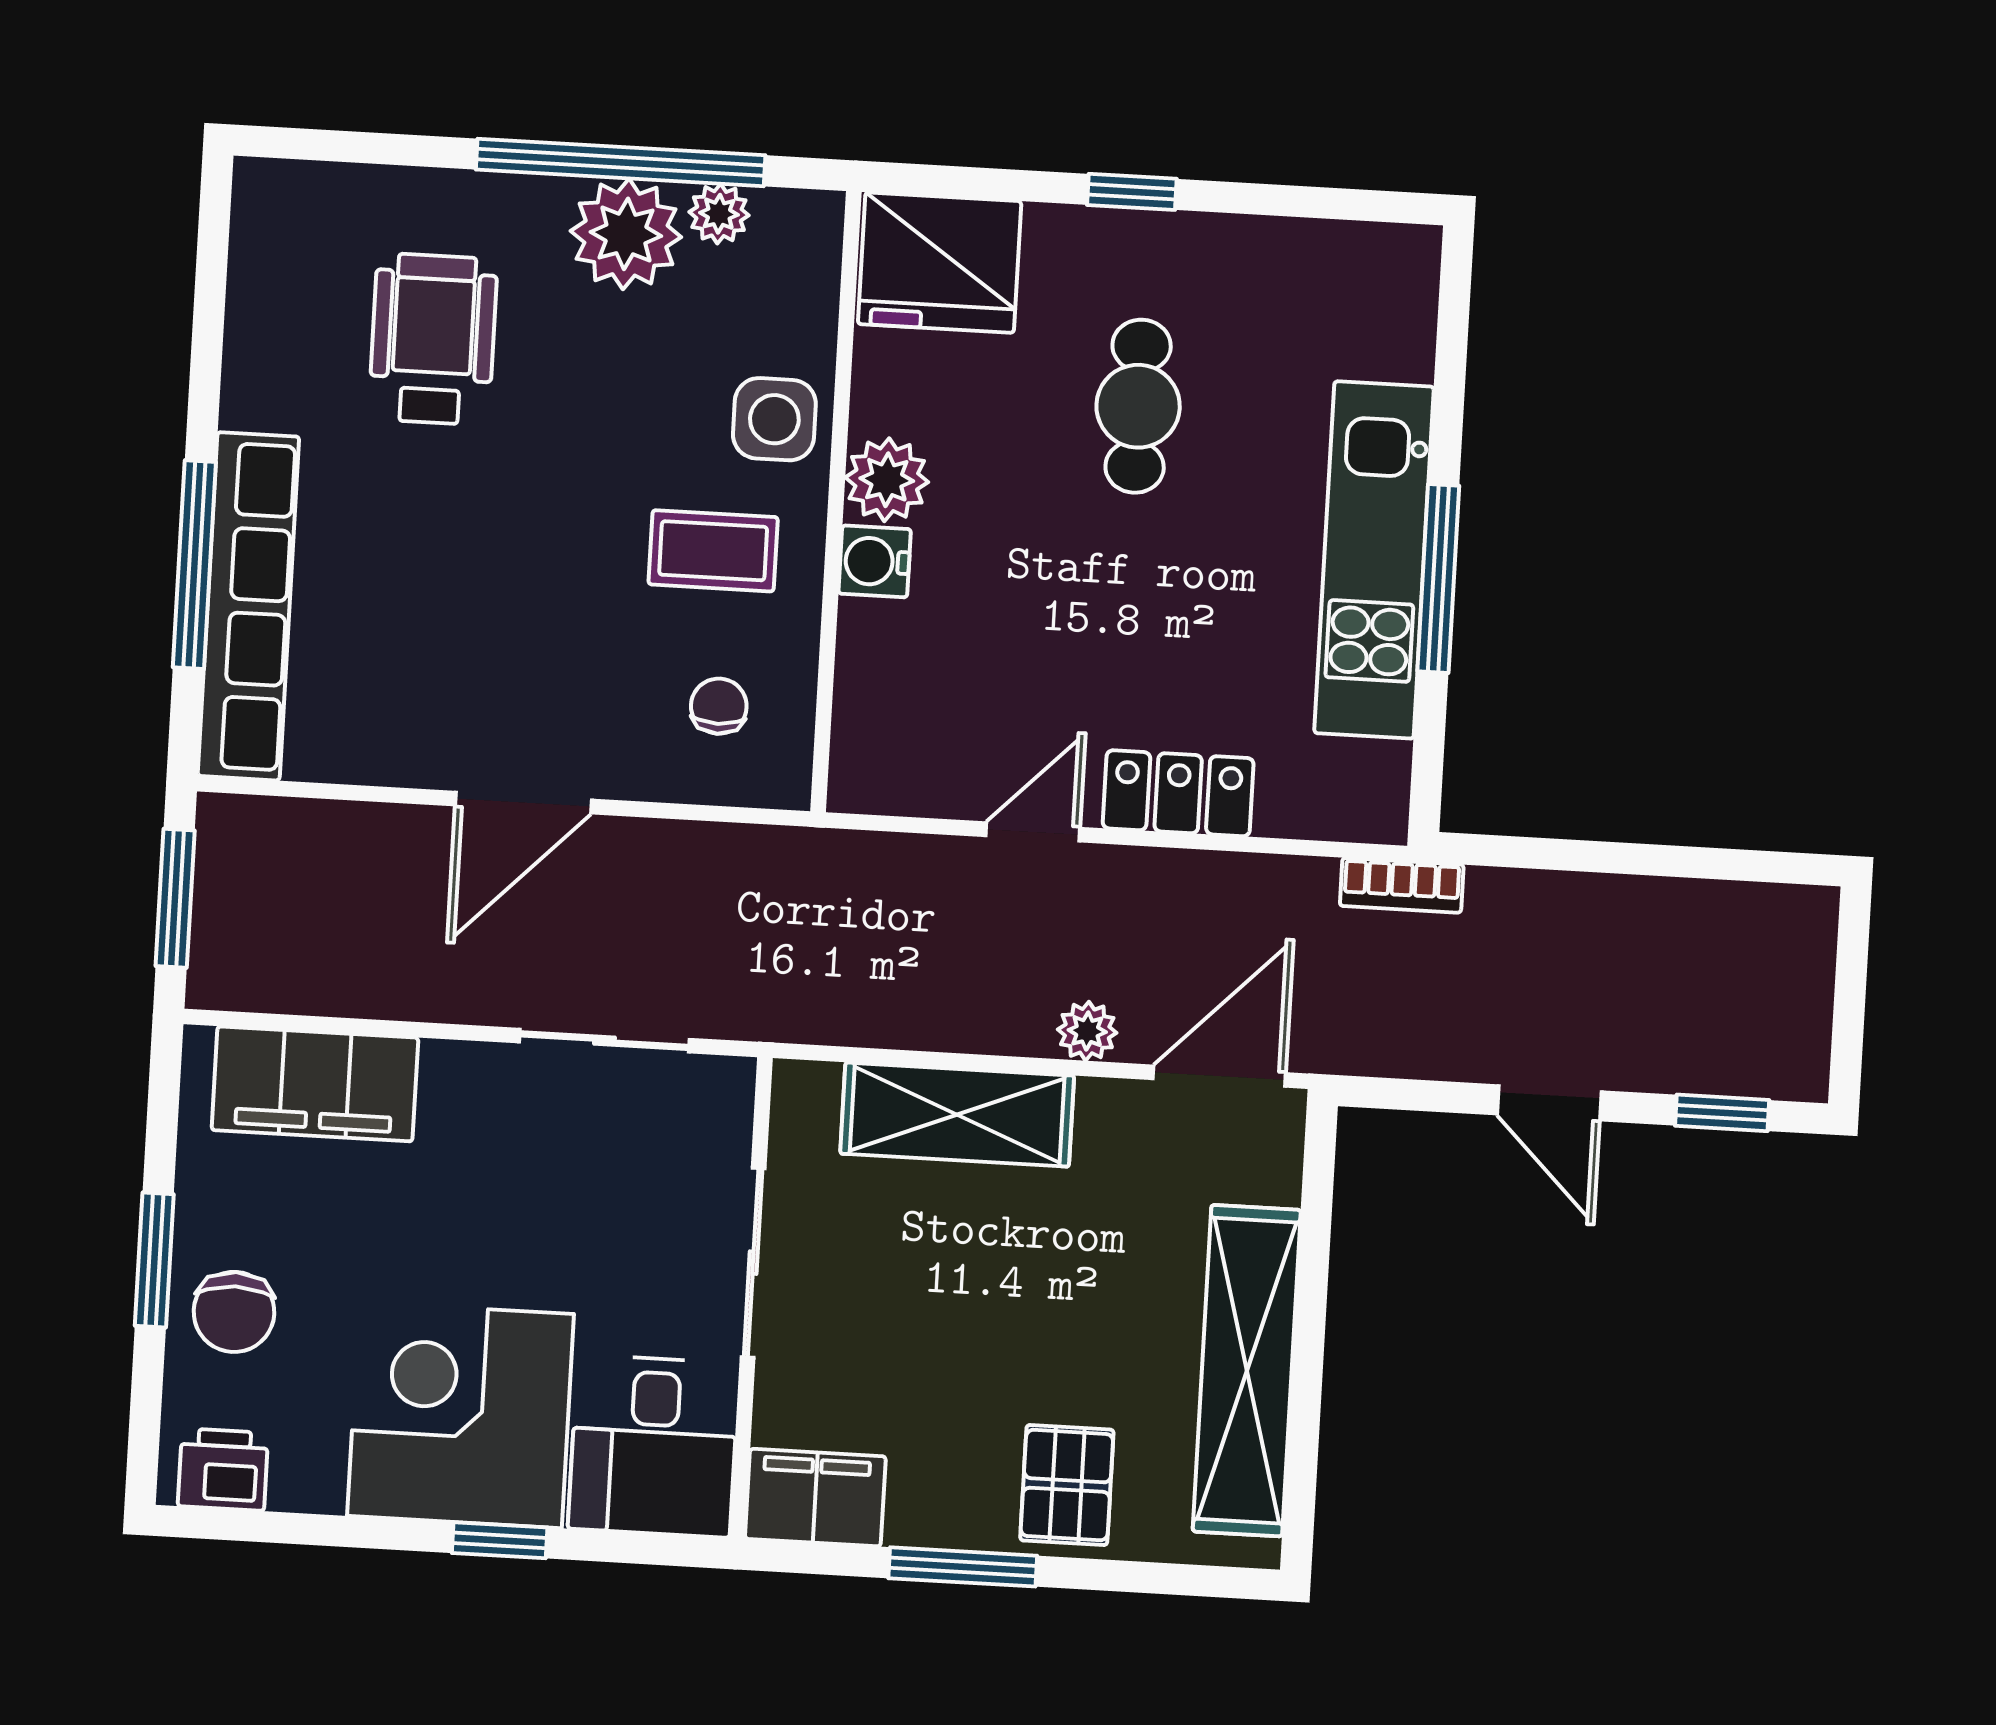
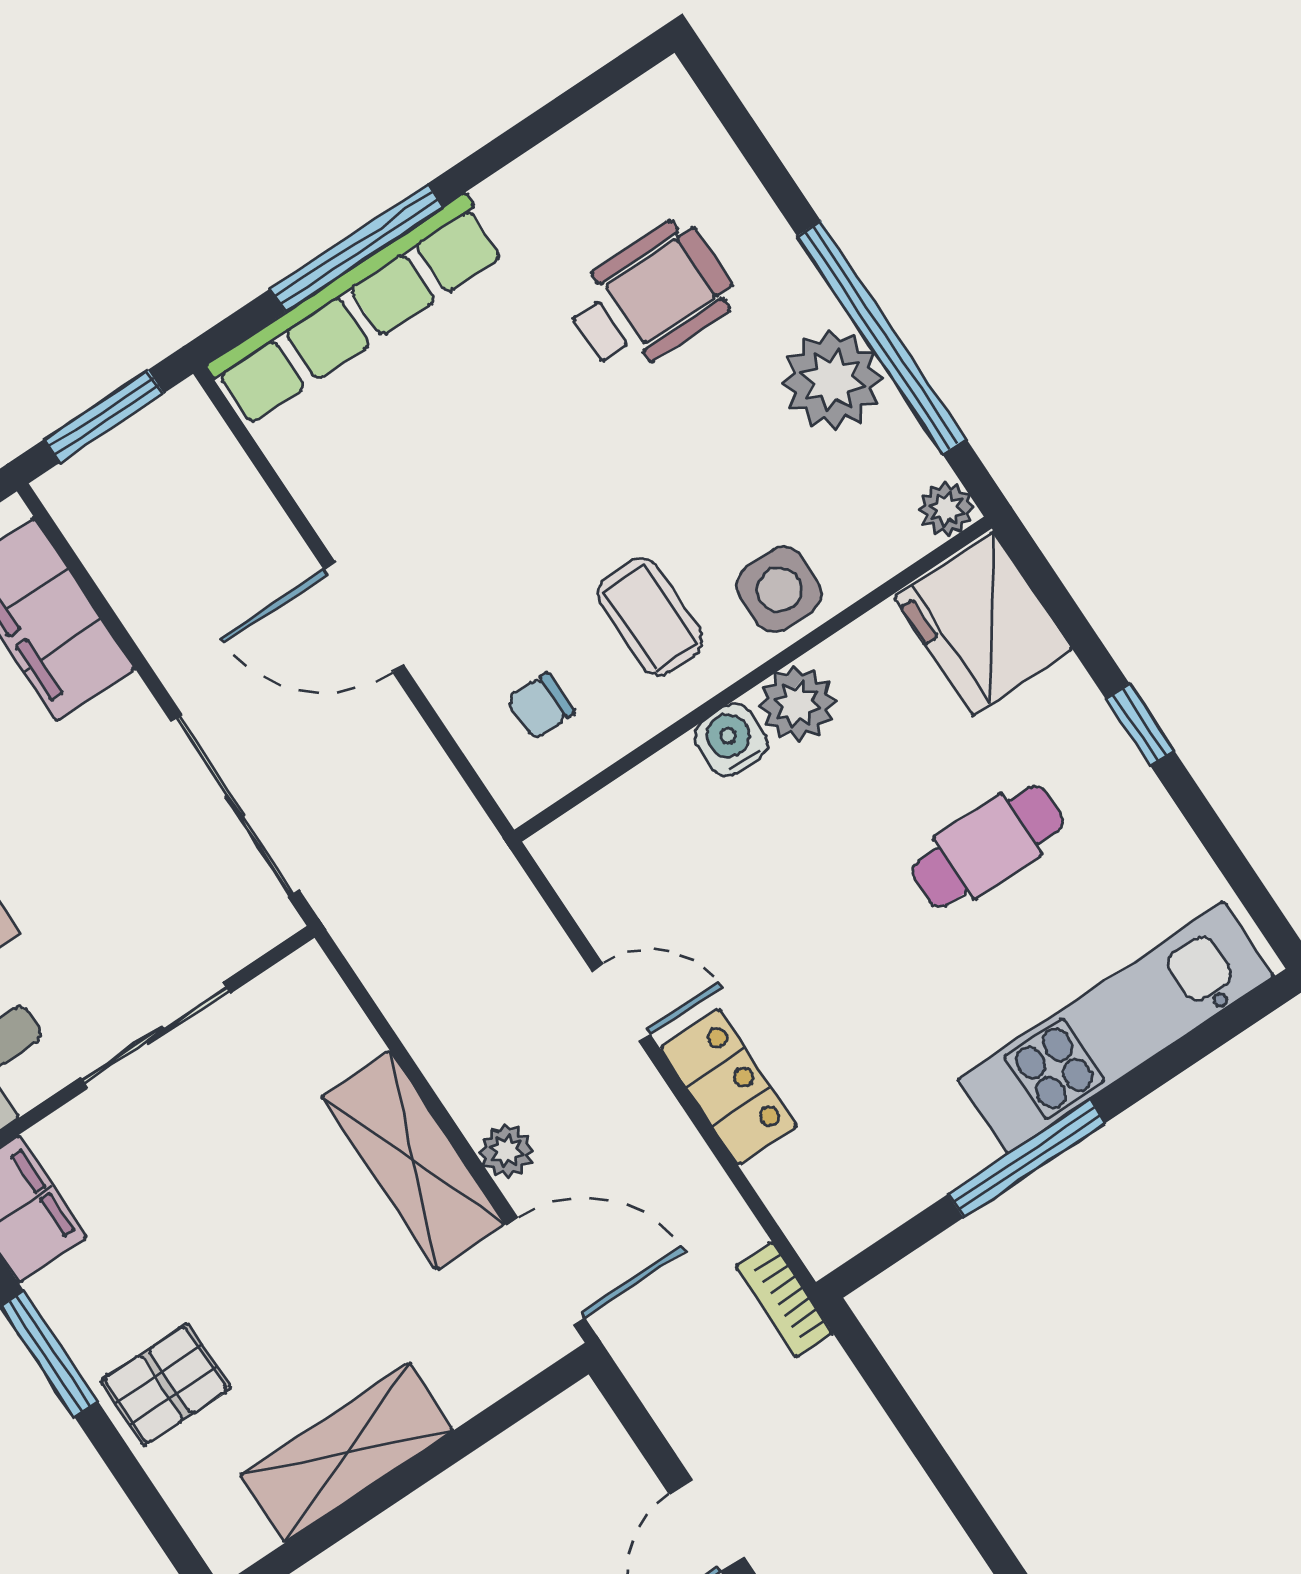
plant: (719, 214) -> (946, 509), moved
kitchen unit: (1374, 560) -> (1116, 1028), moved
chair: (719, 706) -> (541, 706), turned 180
sliding door: (604, 1041) -> (235, 806), width x1.37
shelving: (957, 1115) -> (413, 1160), moved
shelving: (1247, 1371) -> (347, 1453), width x0.68

